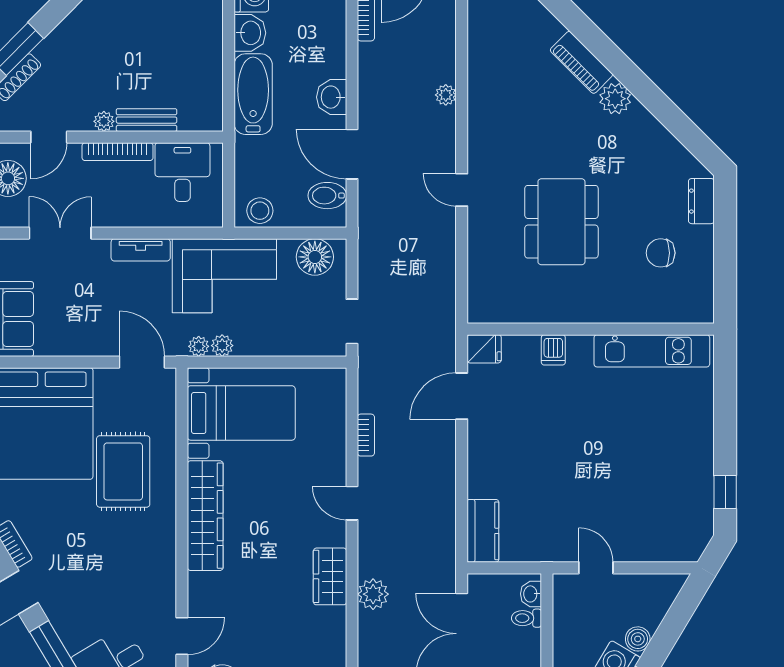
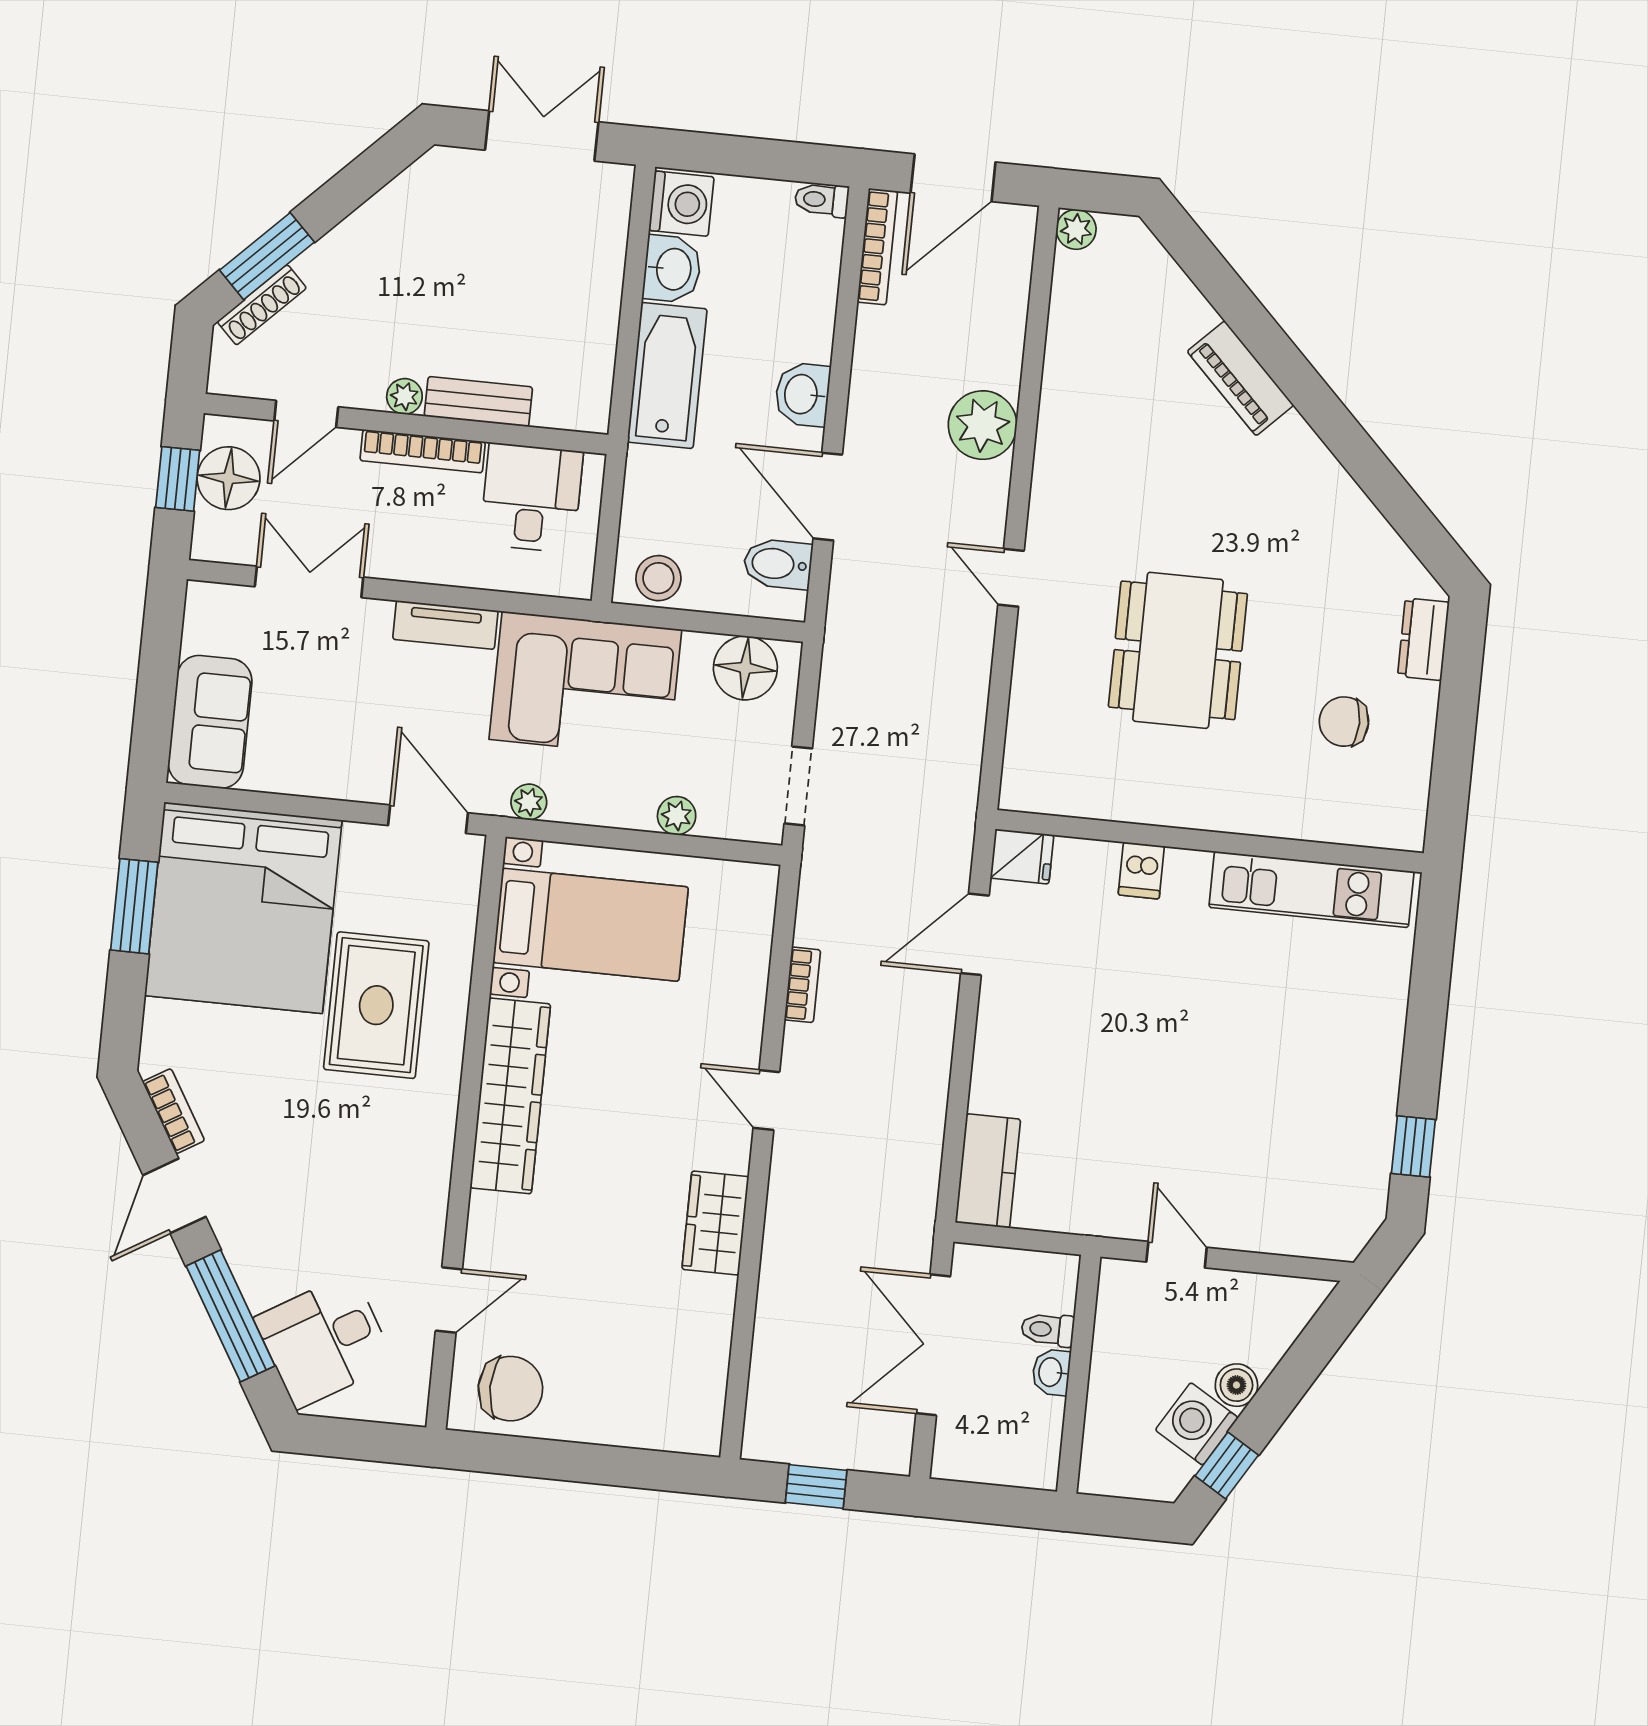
plant: (446, 95) -> (983, 425), width x1.87, depth x1.87
plant: (615, 99) -> (1292, 447), removed
plant: (222, 346) -> (677, 816), moved
plant: (373, 594) -> (787, 1261), removed
washbasin: (531, 594) -> (1051, 1372), moved

